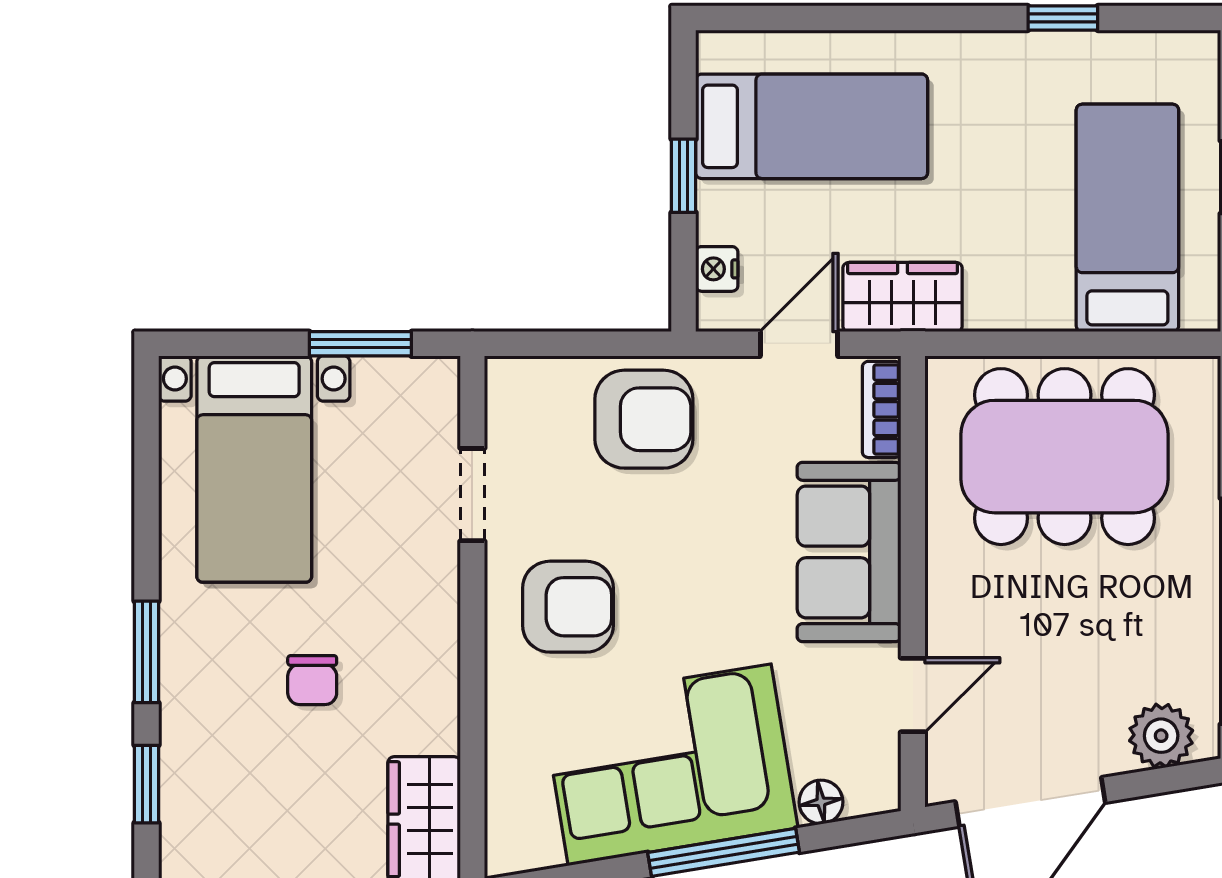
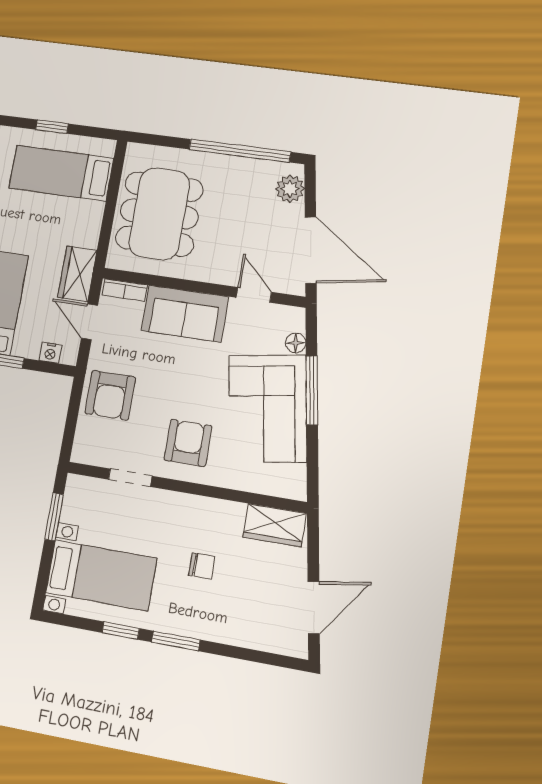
armchair: (644, 419) -> (110, 395), turned 180
window: (147, 784) -> (121, 631), moved

